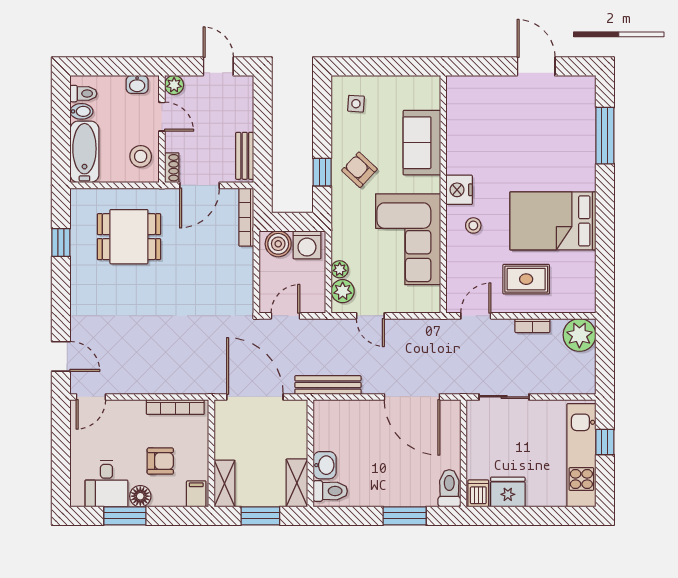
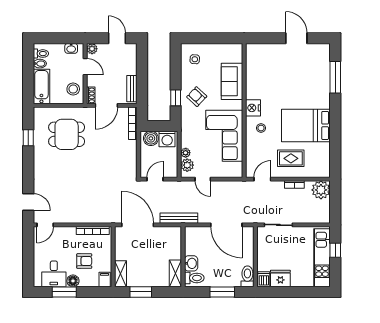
wall: (310, 453) -> (183, 257), moved
washbasin: (325, 465) -> (191, 263), moved
shelving: (297, 483) -> (175, 273), moved
toilet: (330, 491) -> (194, 278), moved

